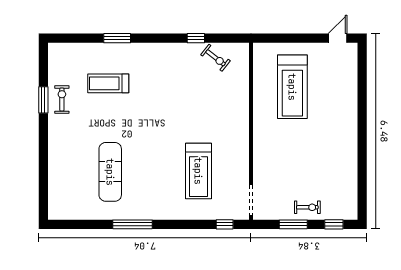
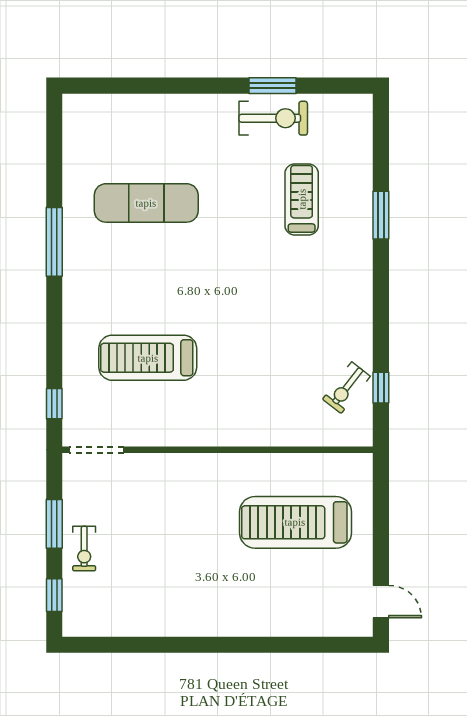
window: (196, 38) -> (381, 388), moved
exercise bike: (62, 99) -> (273, 118), width x1.38, depth x1.39

